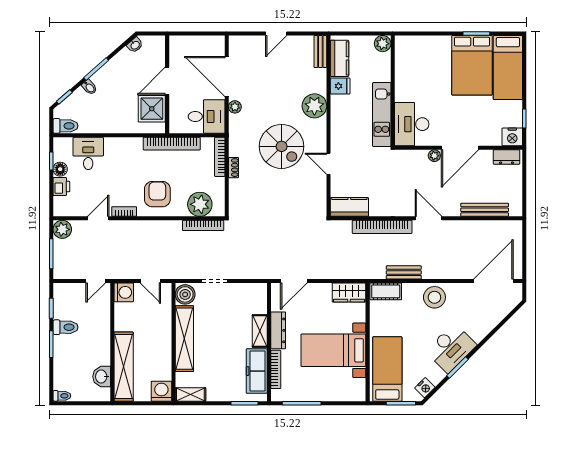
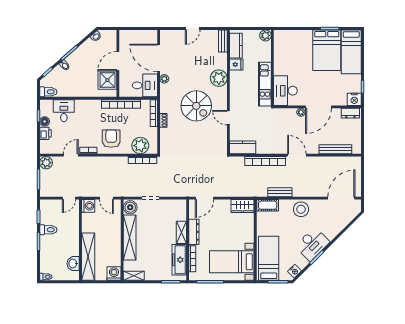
bed with nightstands: (333, 350) -> (232, 262), moved

